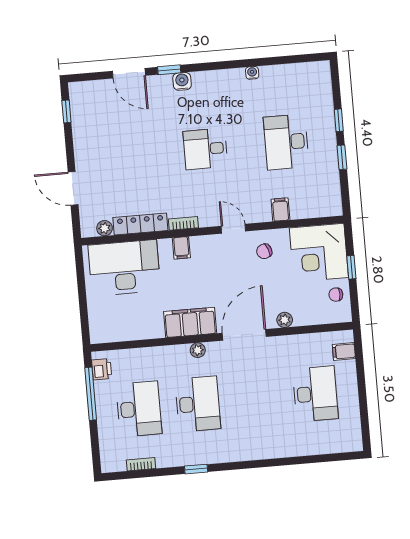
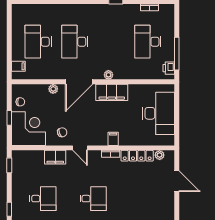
desk: (286, 142) -> (43, 199), width x0.73
window: (342, 157) -> (9, 165), moved
filing cabinet: (280, 210) -> (55, 157), width x2.00
desk: (124, 268) -> (159, 113), moved, turned -90
desk: (198, 404) -> (75, 42), moved

